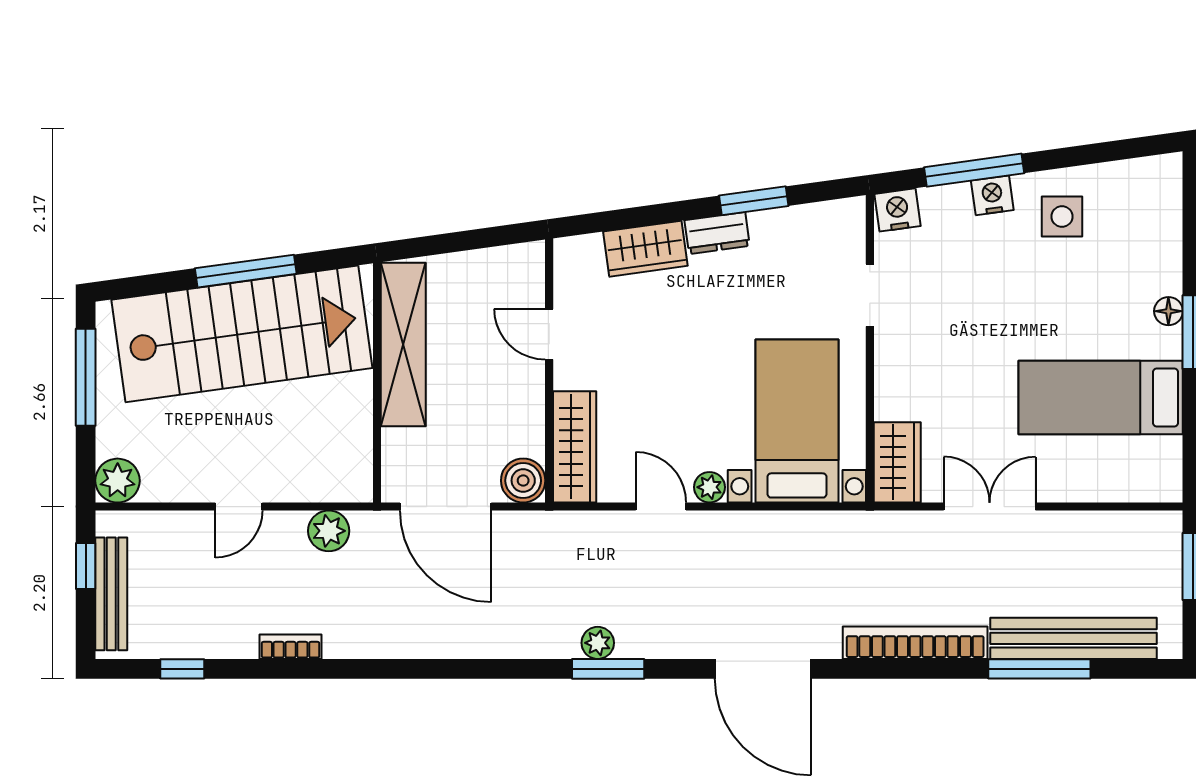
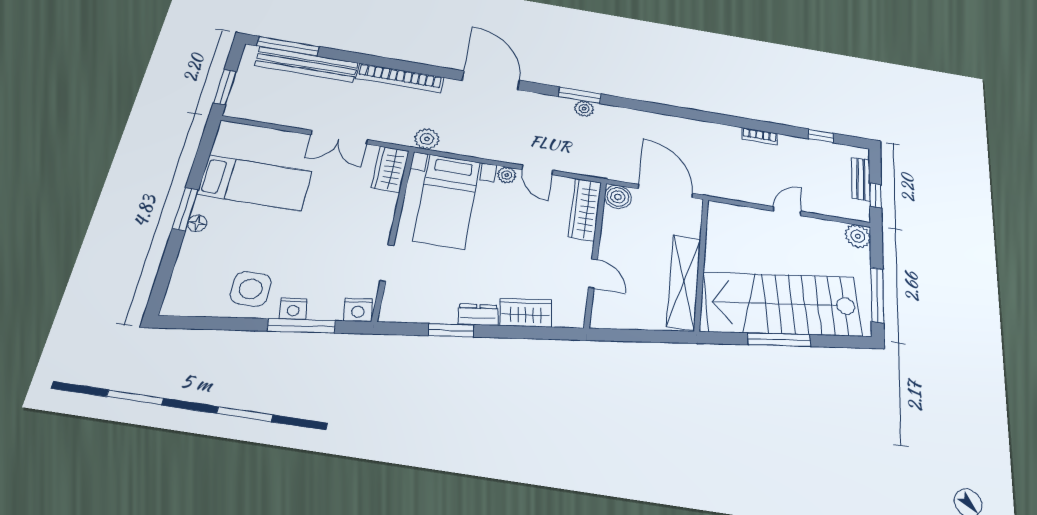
side table: (1062, 217) -> (251, 289), width x1.37, depth x1.37
plant: (329, 531) -> (427, 139), moved
bench: (111, 594) -> (861, 179), width x0.73
window: (1039, 669) -> (288, 46), moved

